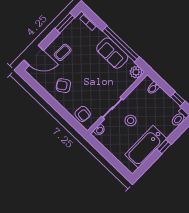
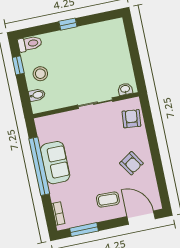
plant: (136, 72) -> (43, 125), removed
stool: (131, 120) -> (40, 74), moved
bathtub: (146, 147) -> (88, 37), removed

